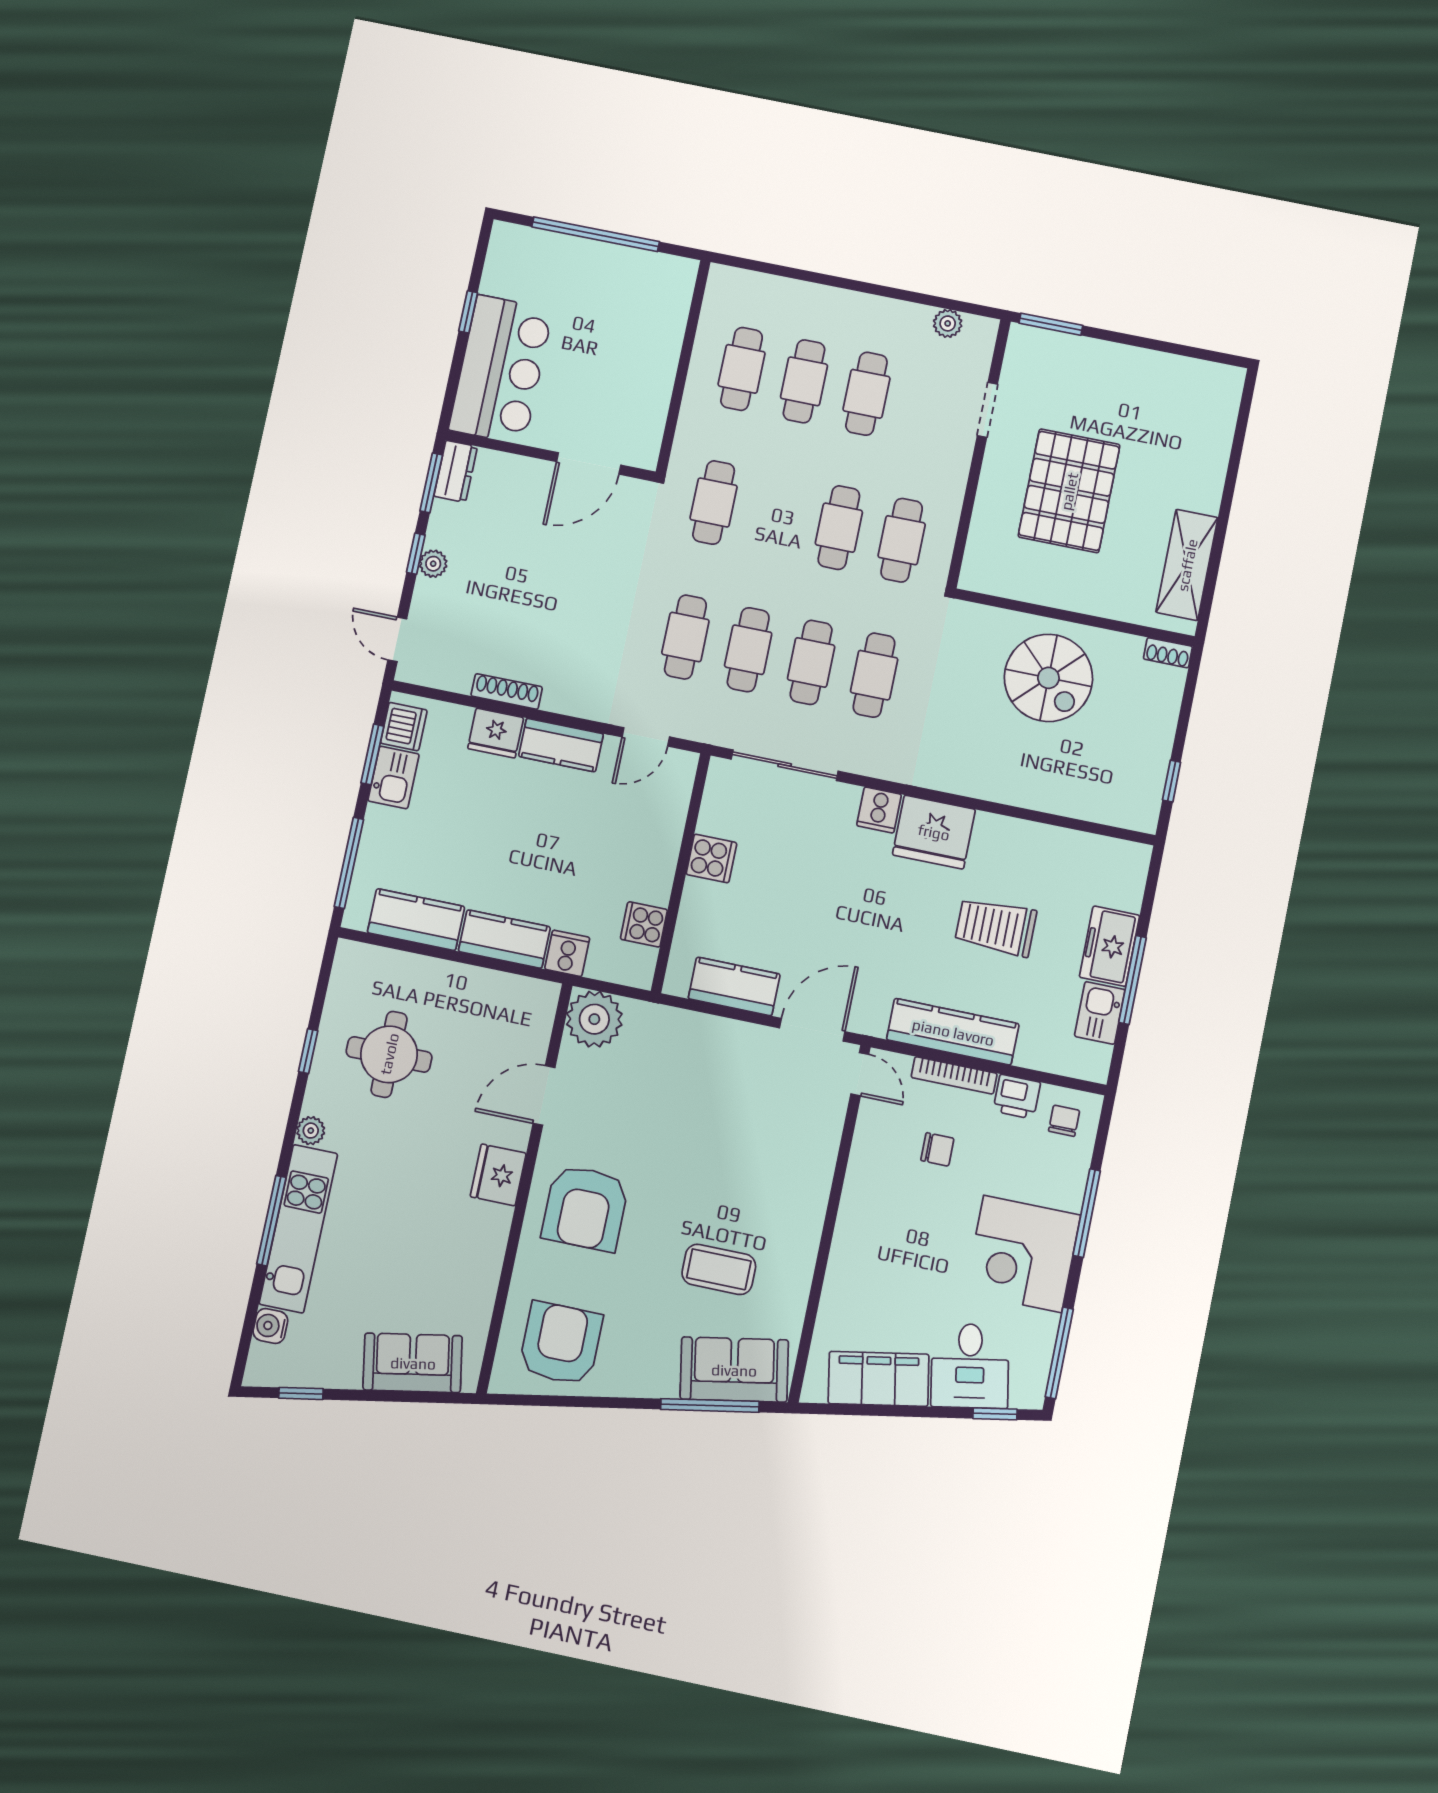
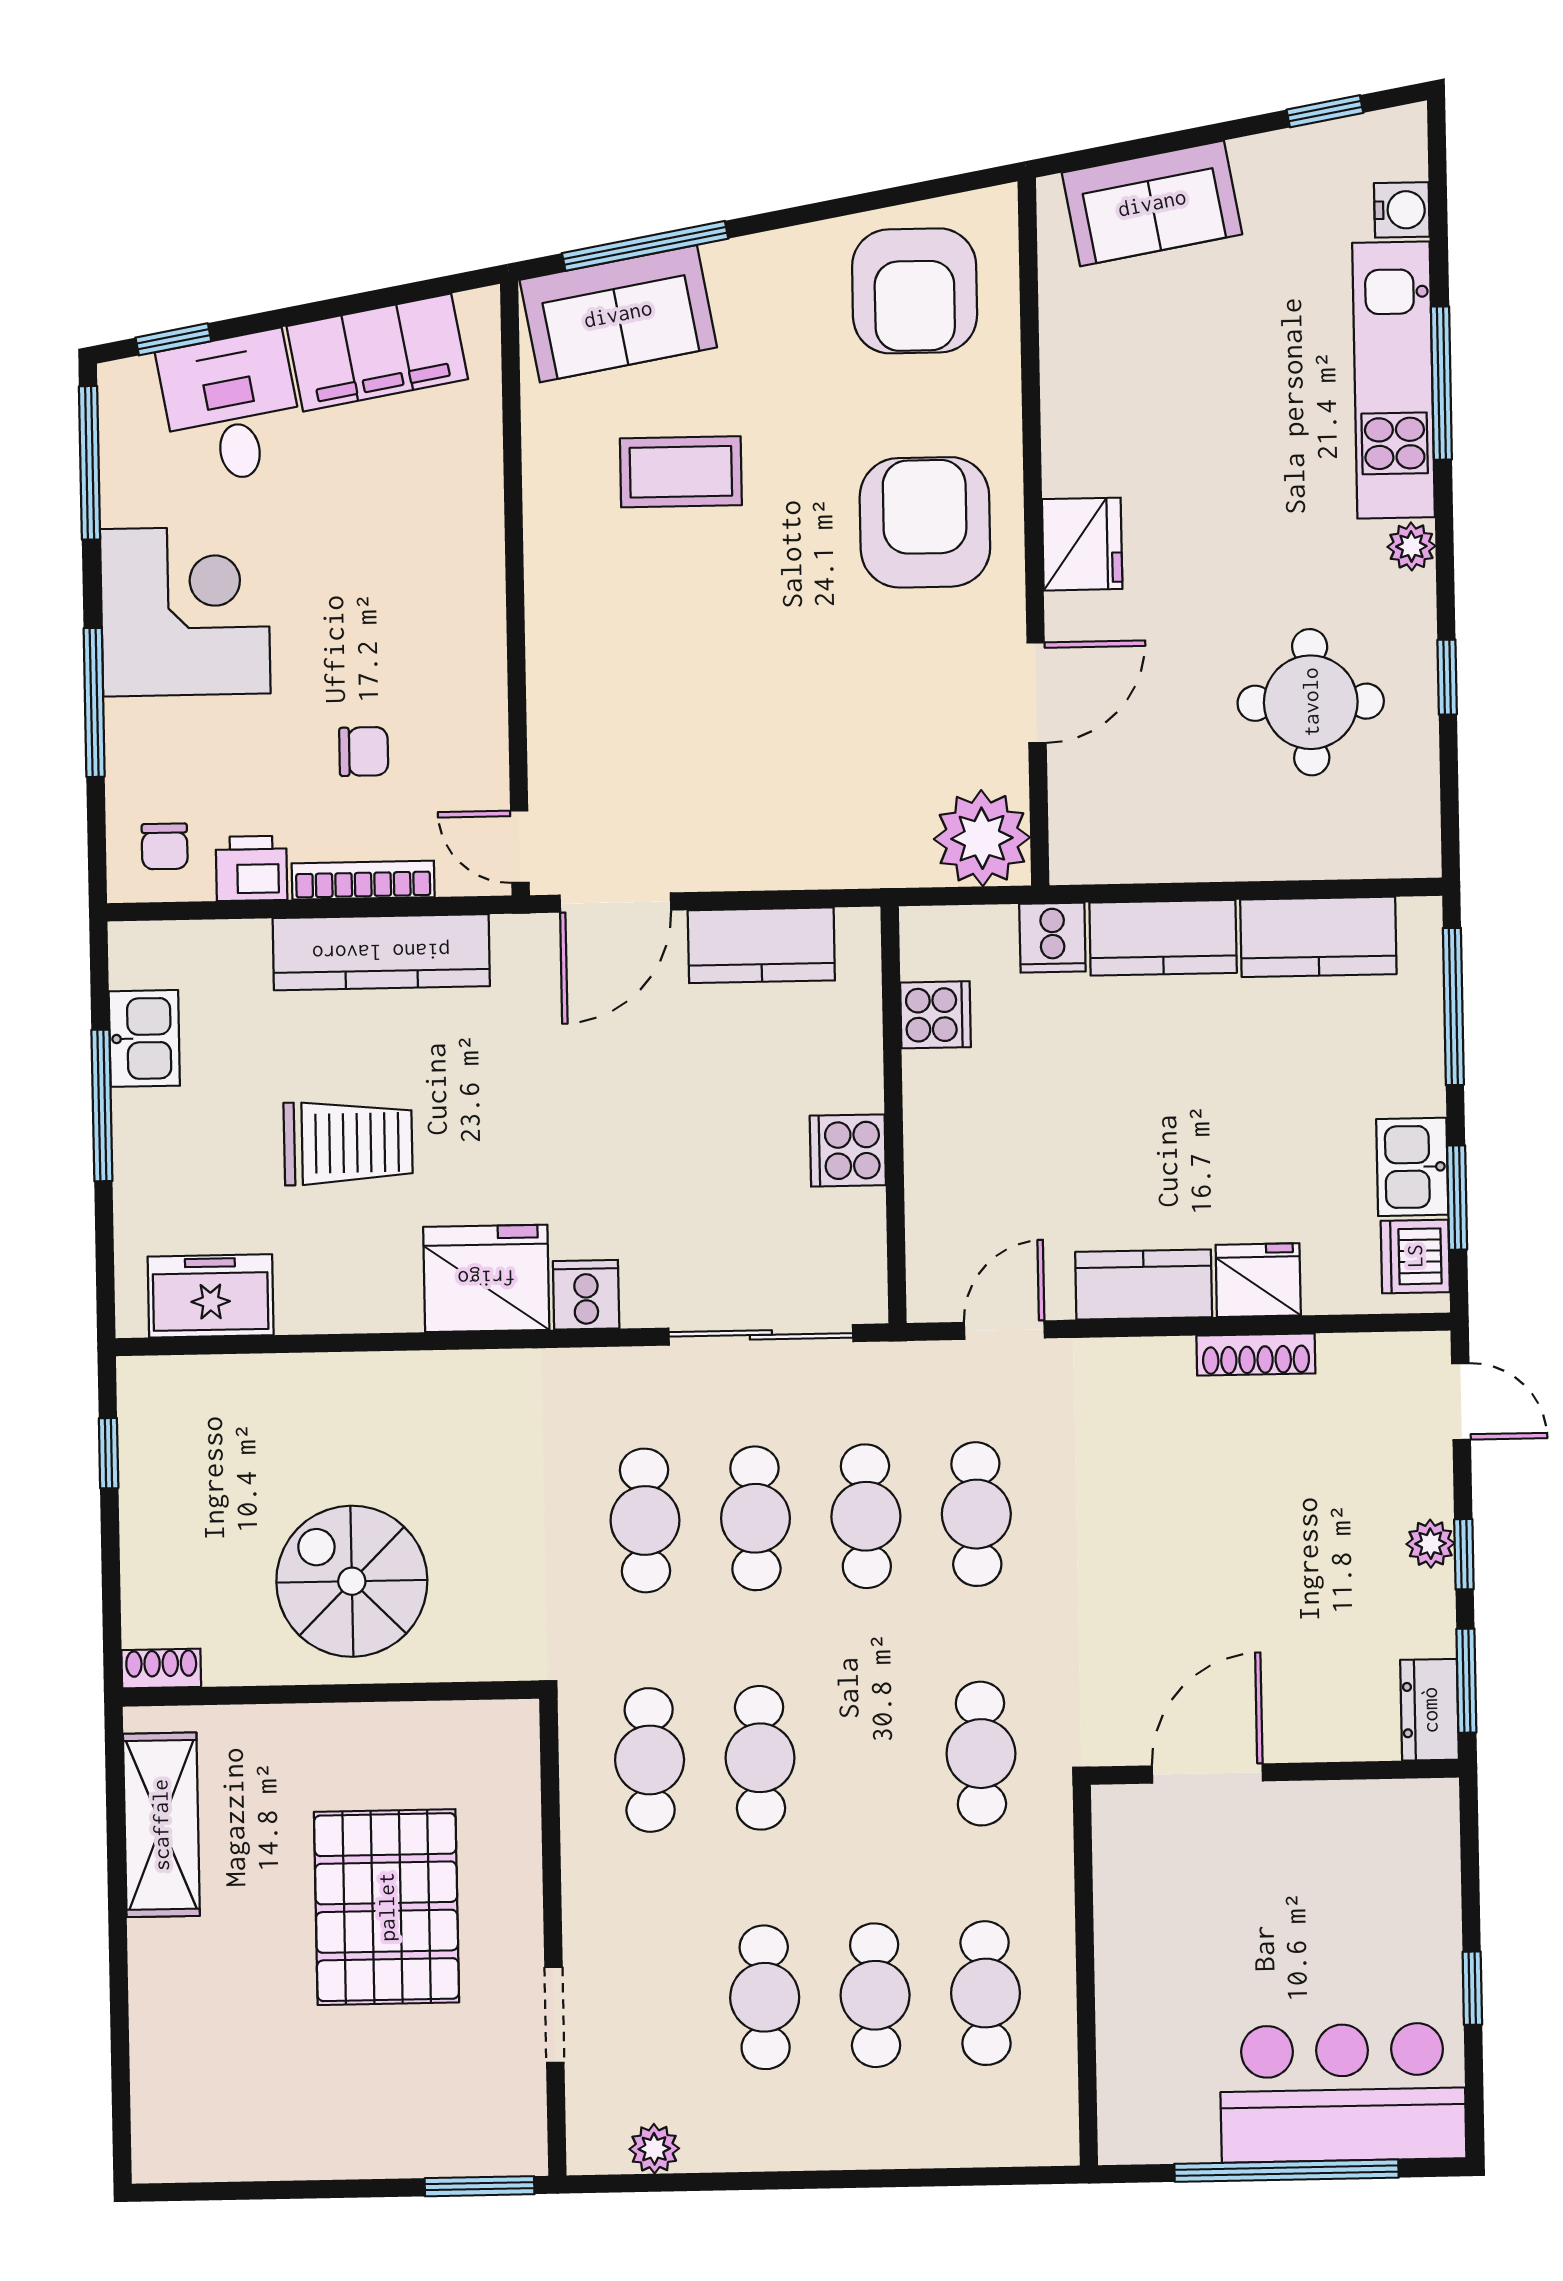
bar counter: (501, 370) -> (1343, 2093), moved, turned 90
freezer: (1109, 946) -> (211, 1296), moved, turned -90
chair: (937, 1149) -> (364, 751), turned 180

